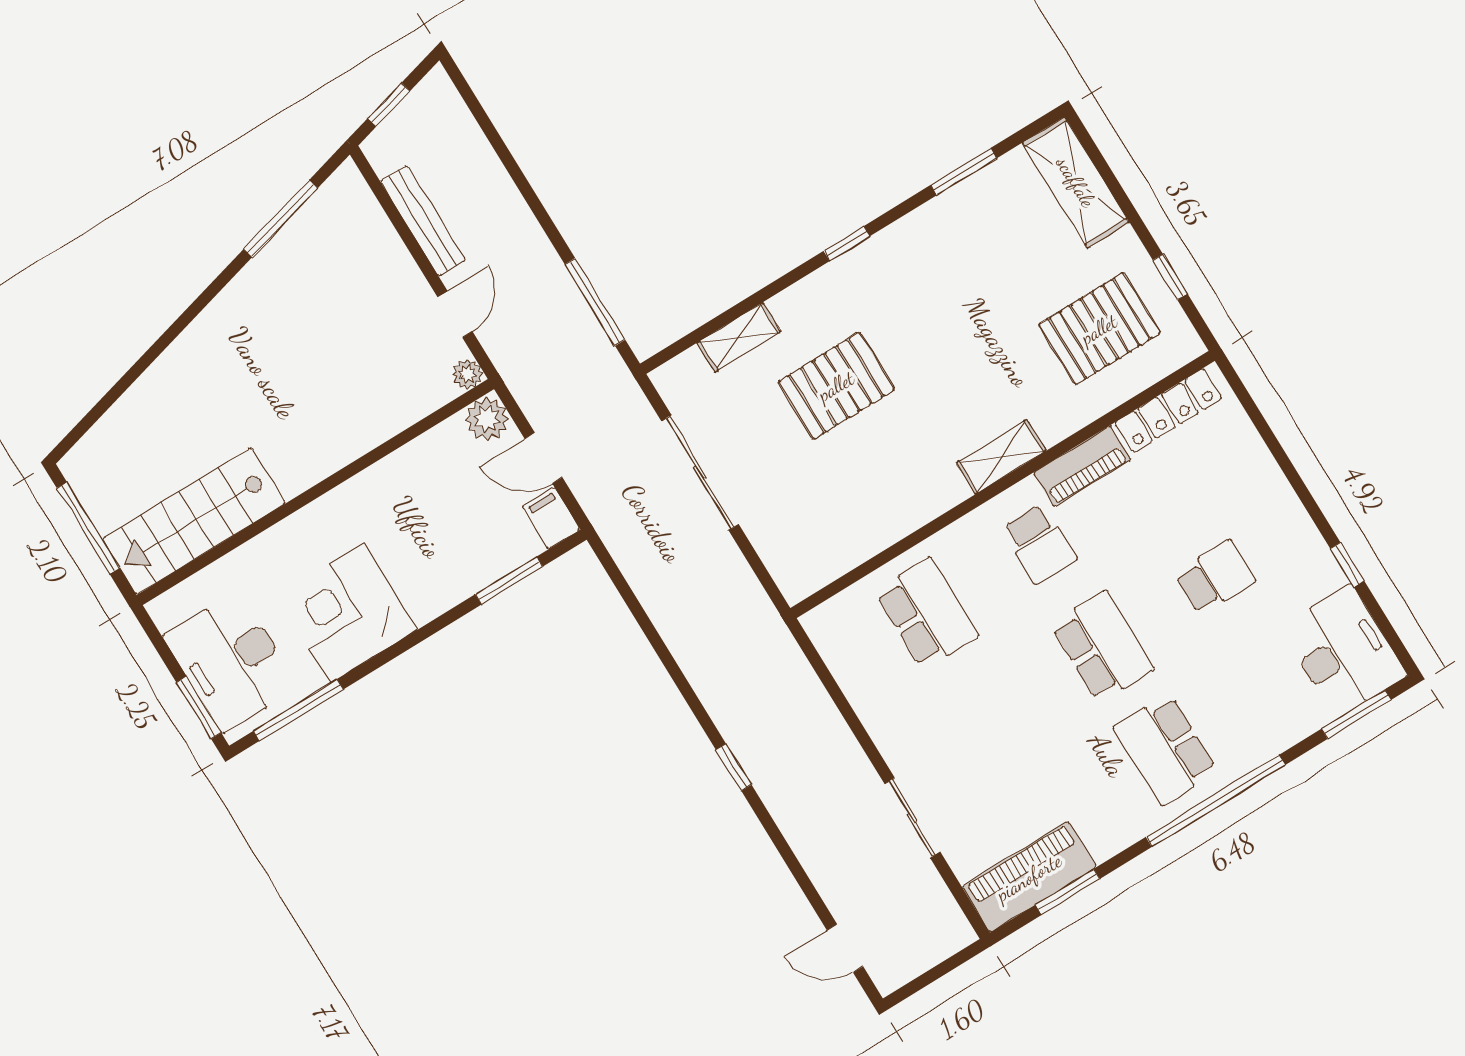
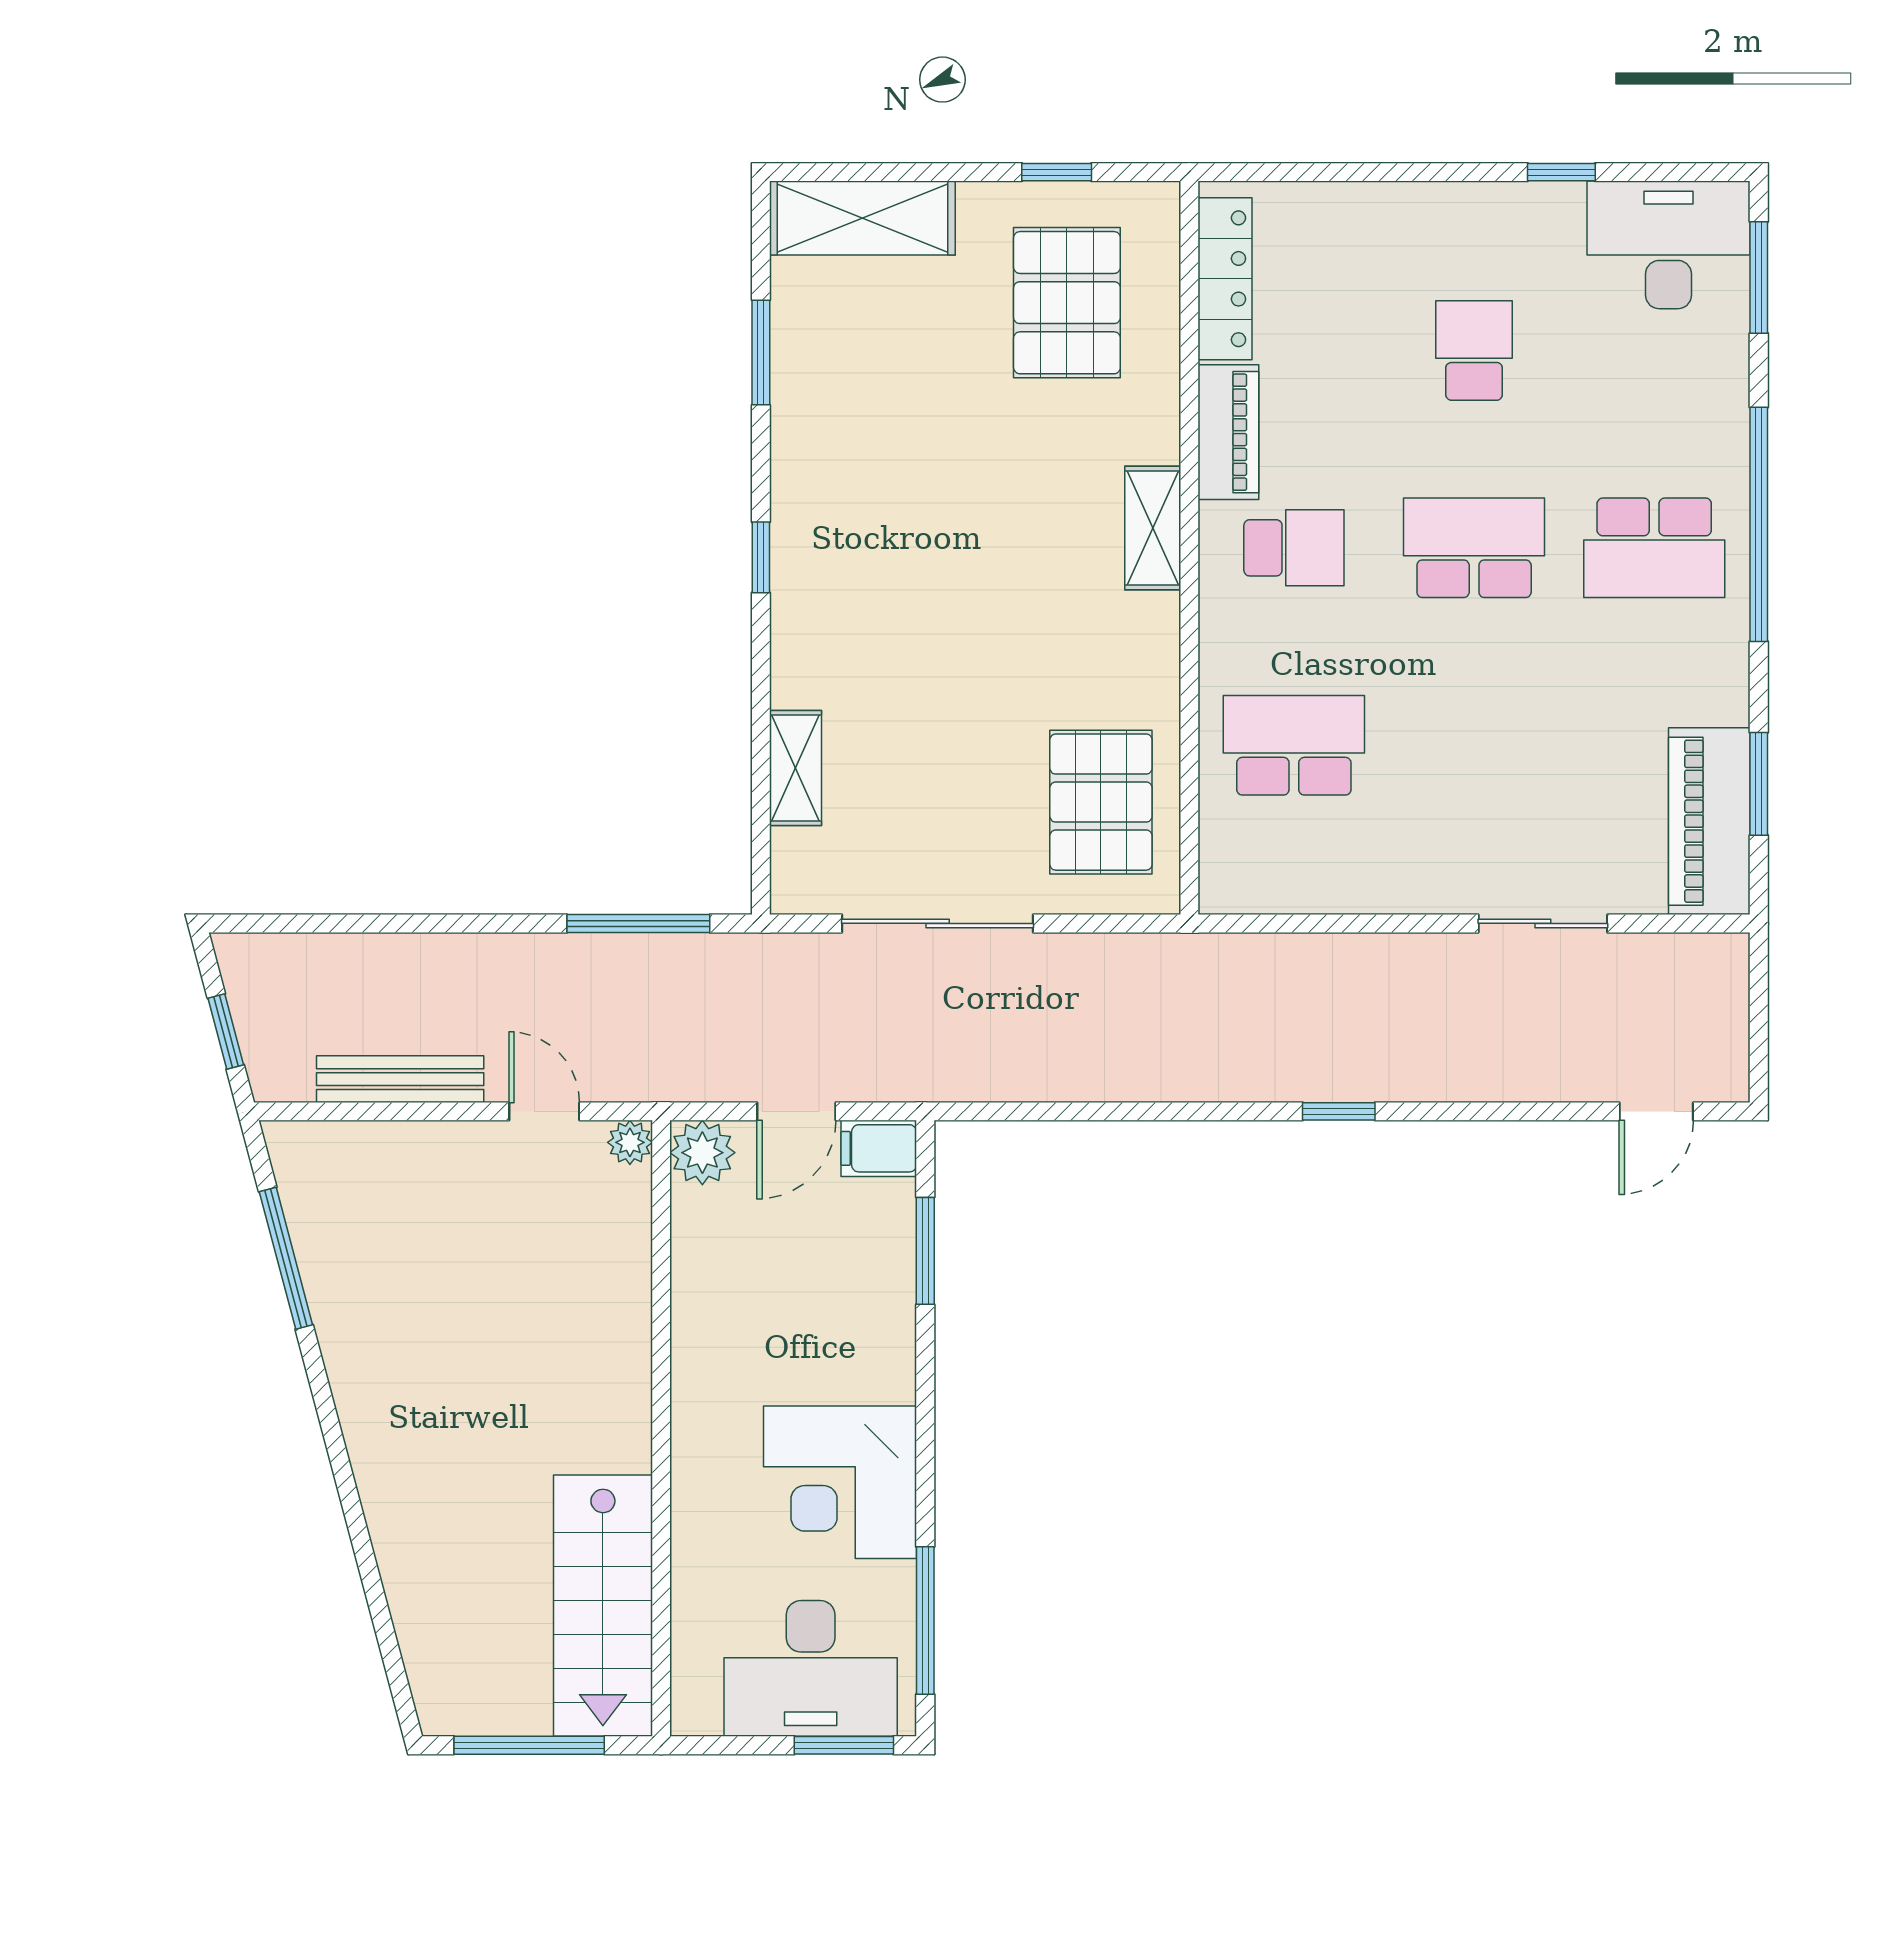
pallet: (836, 386) -> (1101, 802), moved

